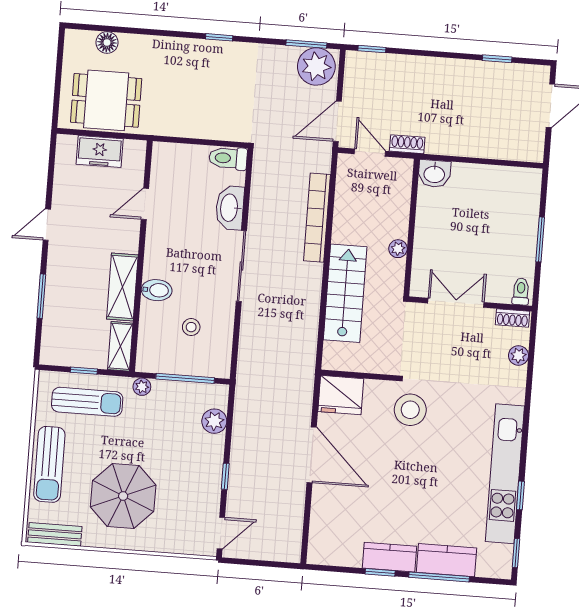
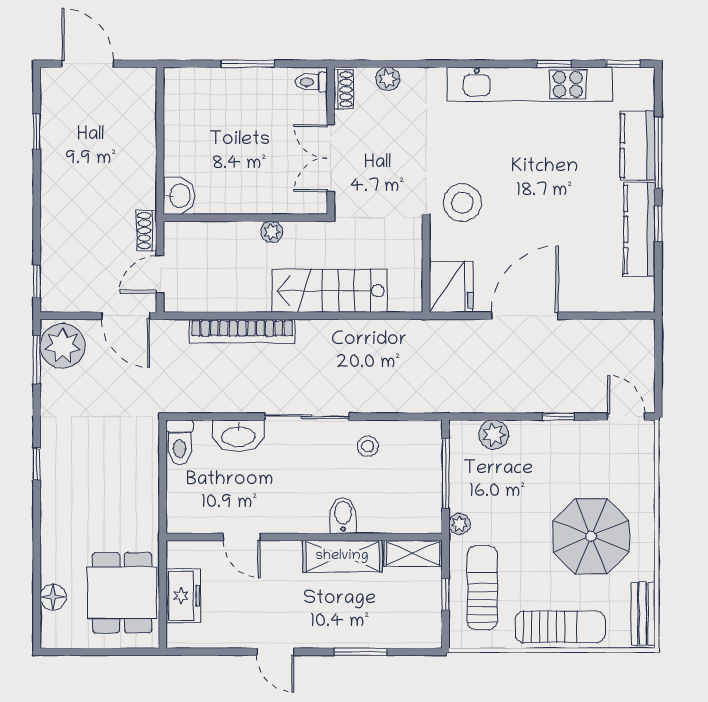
stool: (191, 327) -> (368, 446), moved
kitchen counter: (389, 557) -> (639, 230), width x1.50

